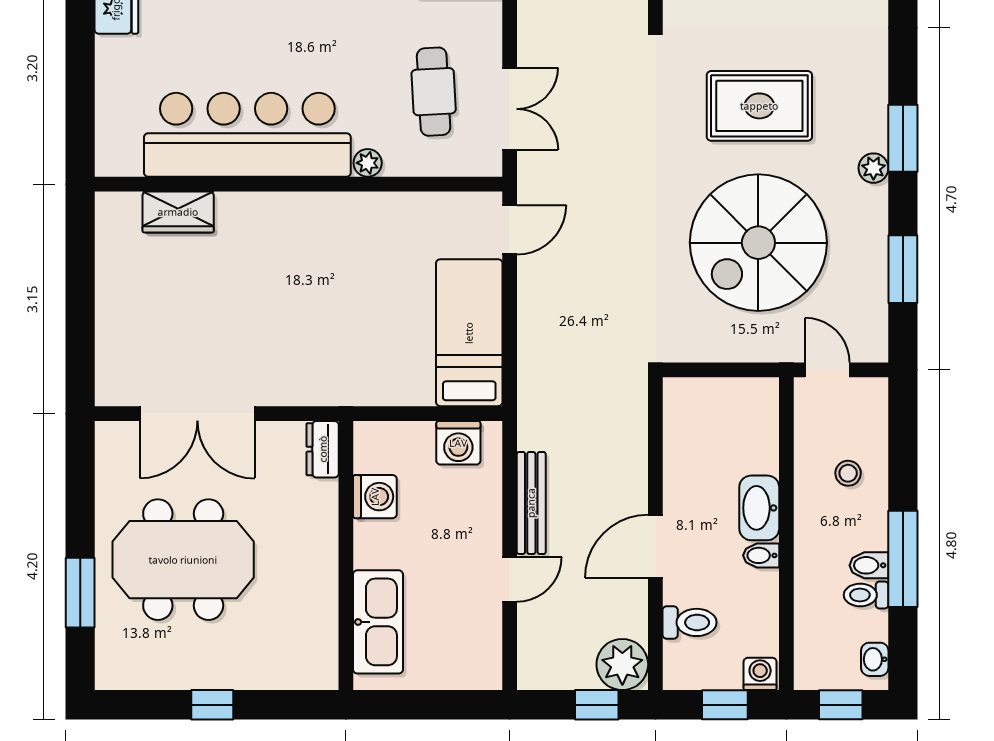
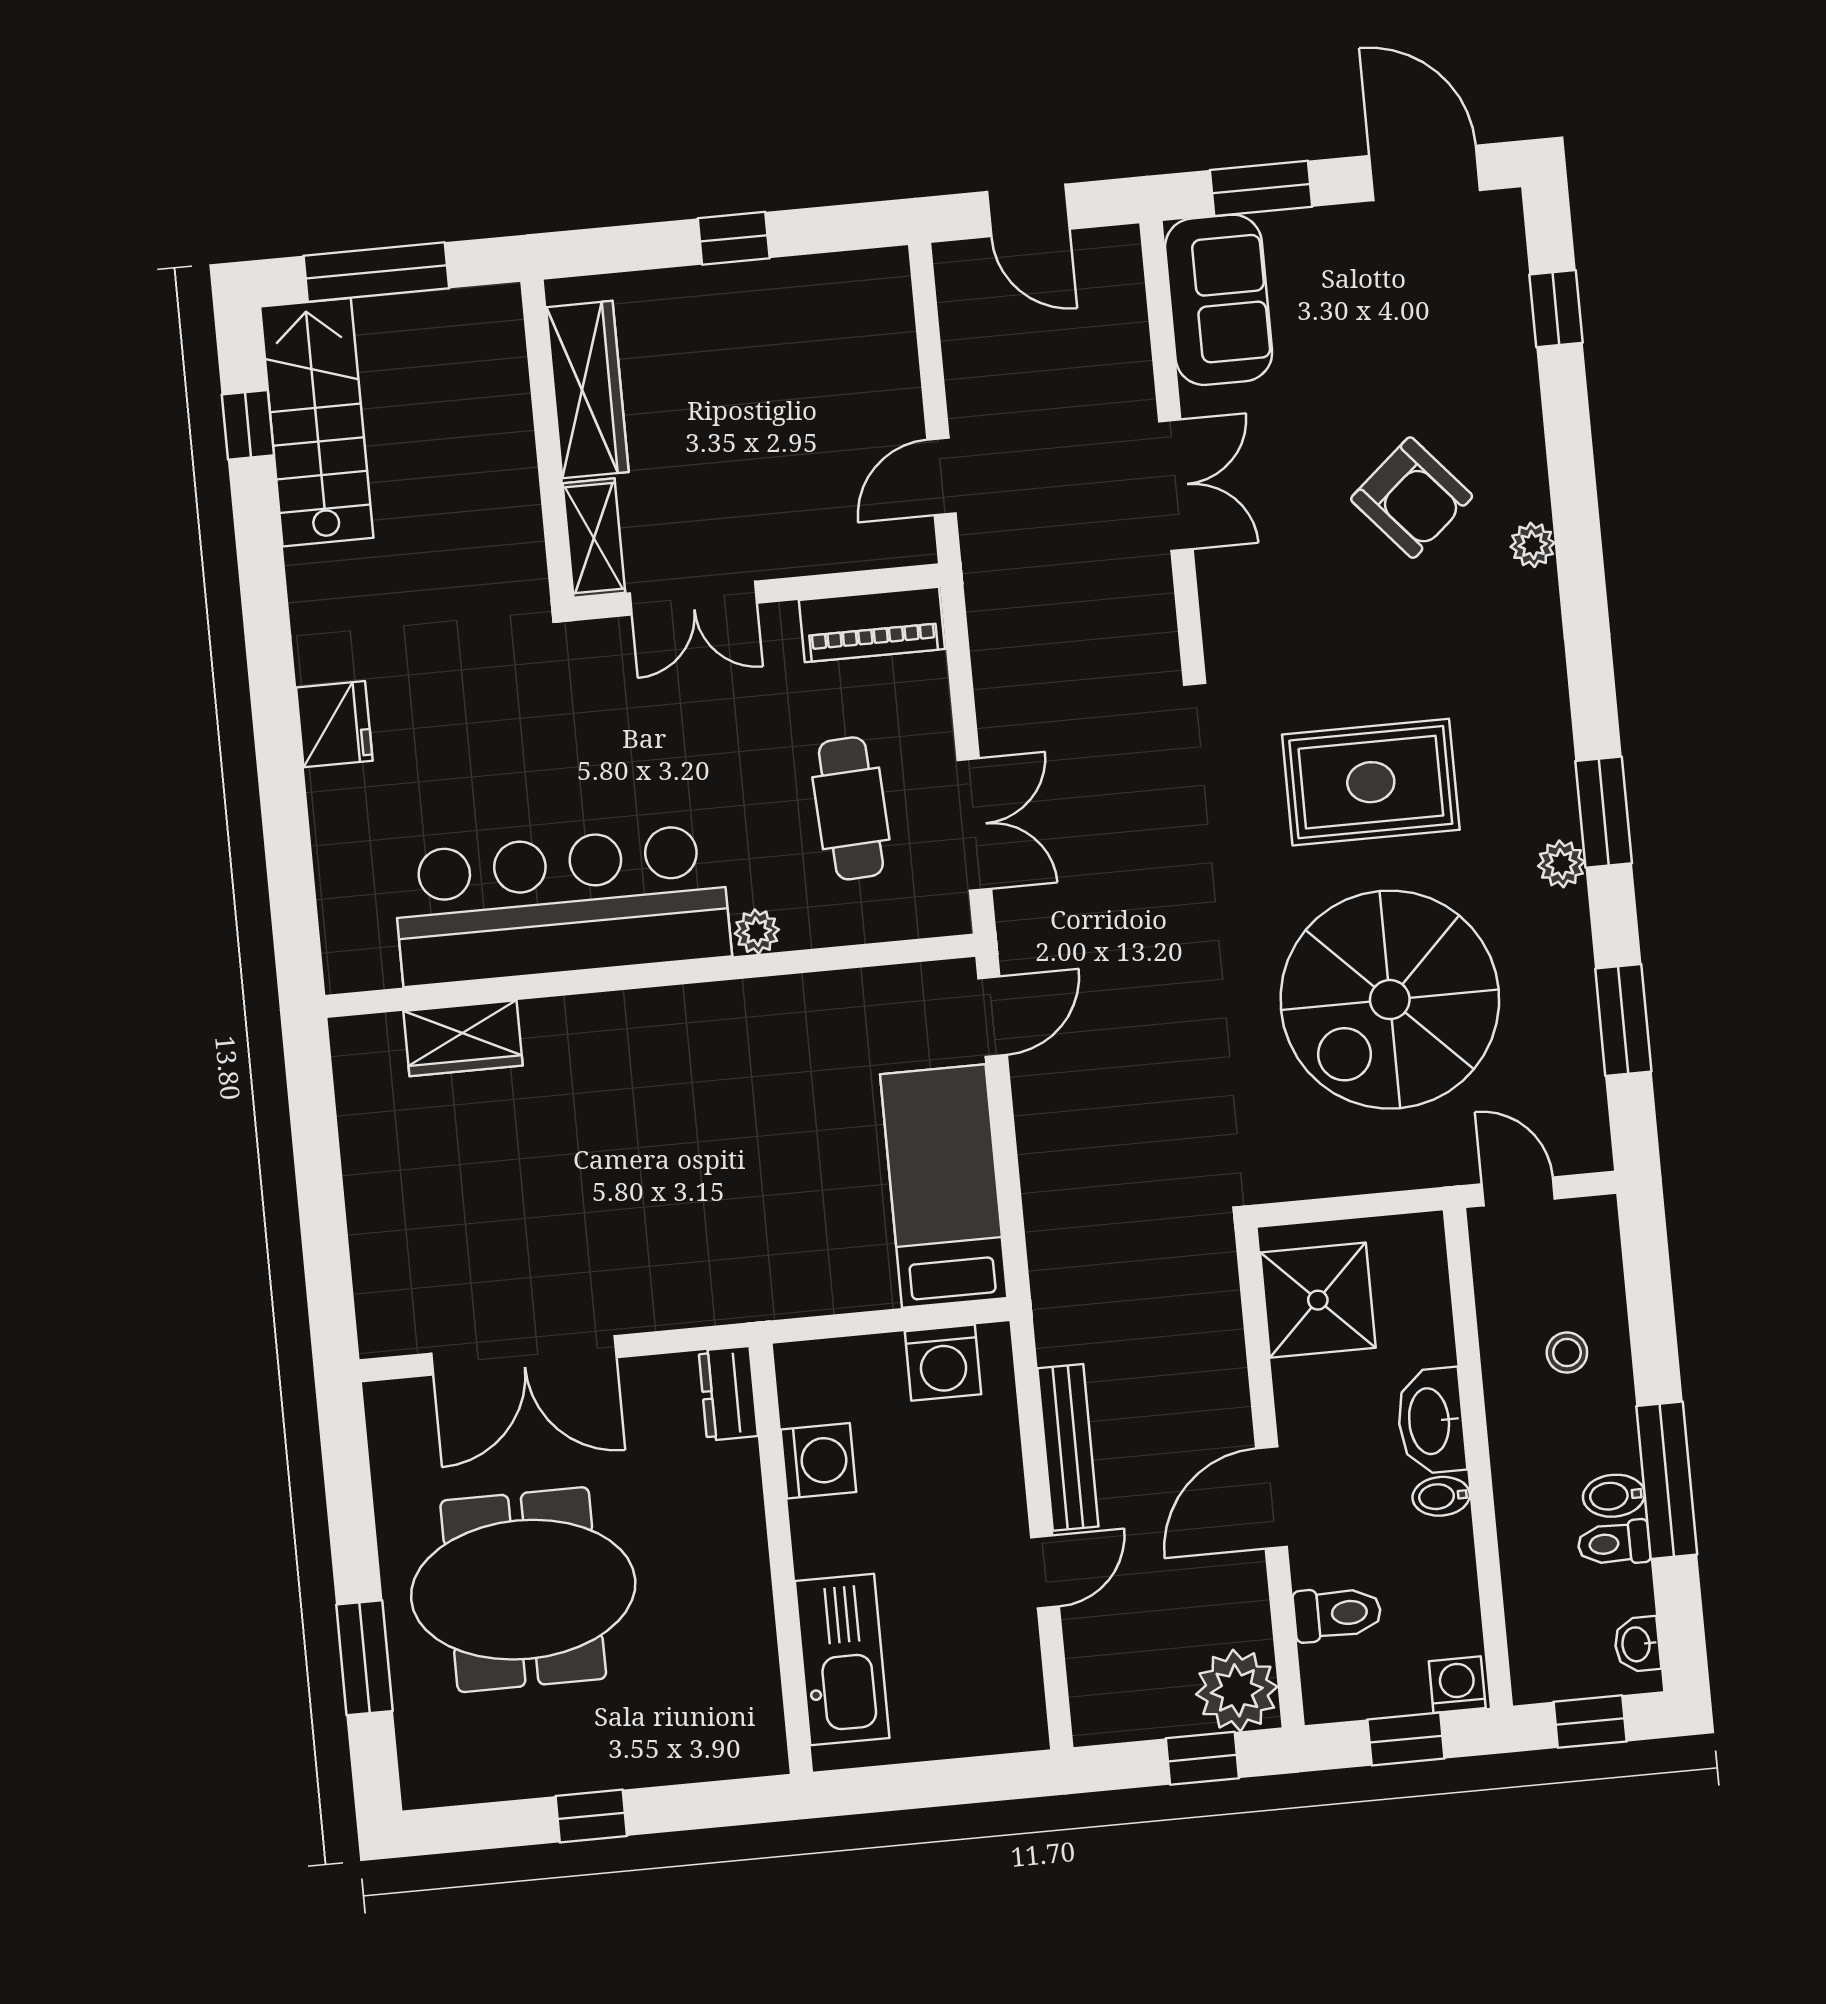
shower: (696, 426) -> (1318, 1300), added

